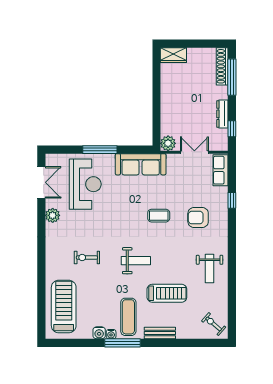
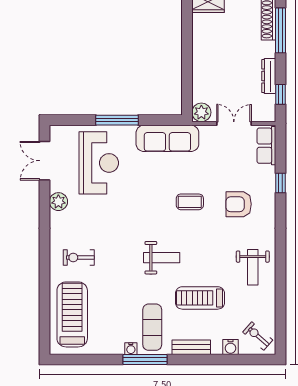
double door: (41, 182) -> (44, 161), swing flipped
exercise bike: (87, 258) -> (79, 258), moved
treadmill: (167, 293) -> (200, 298), turned 180
water cooler: (99, 333) -> (230, 347), moved

